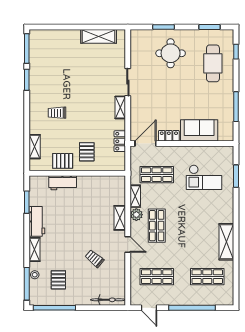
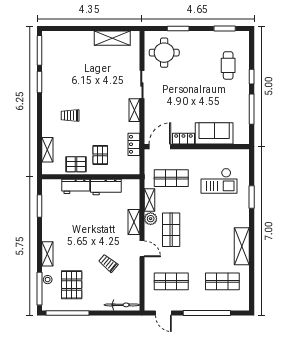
window: (236, 52) -> (252, 77), moved
round table: (171, 53) -> (164, 53), moved
cafe table: (213, 63) -> (228, 65), width x0.73, depth x0.74
window: (236, 176) -> (252, 197), moved
workbench: (37, 221) -> (106, 187), moved, turned 90
pallet: (58, 280) -> (72, 285), width x1.50, depth x1.42

